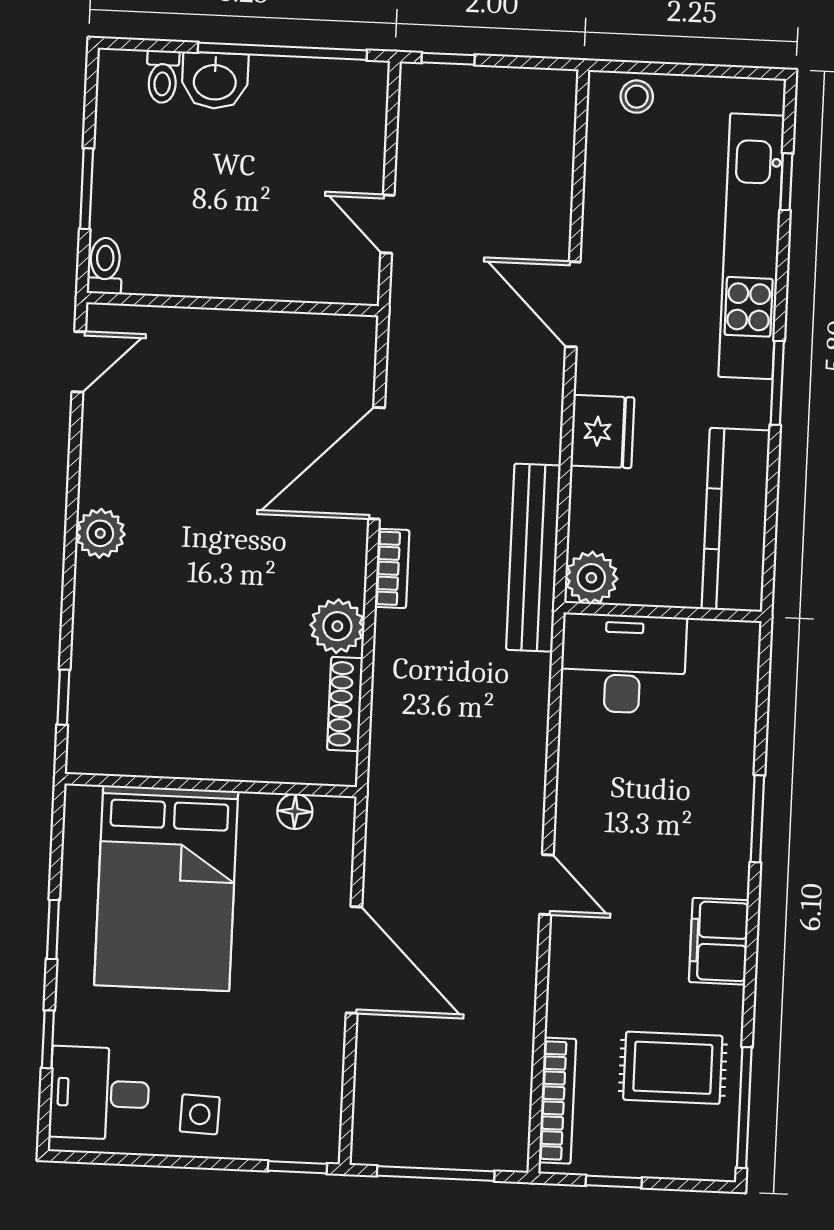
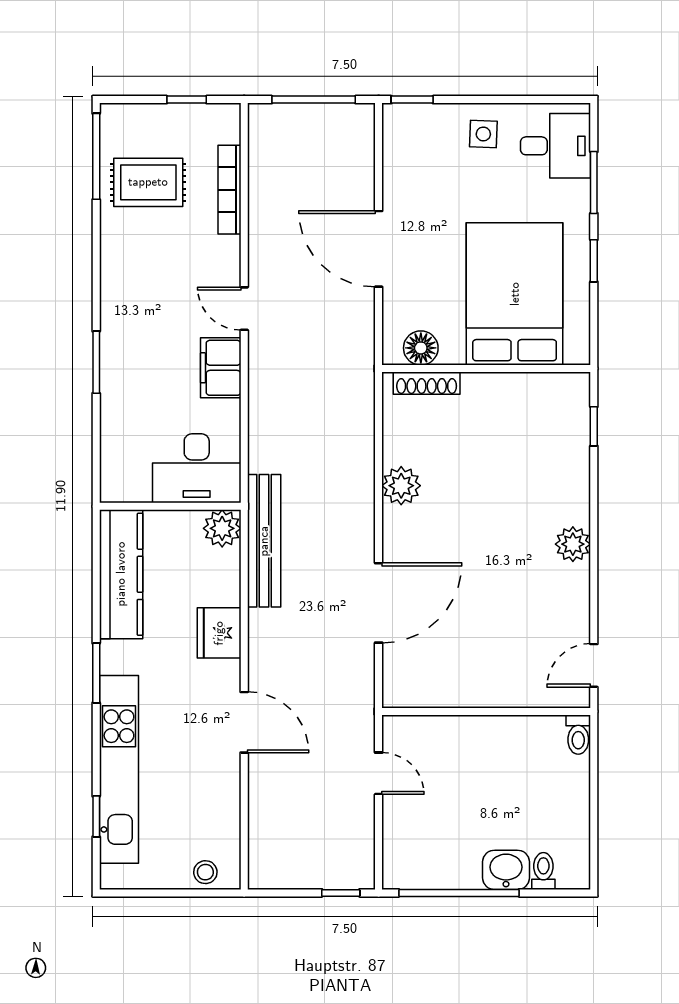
window: (87, 189) -> (594, 789), removed
bookcase: (392, 568) -> (364, 529), removed
shoe rack: (345, 704) -> (427, 383), moved, turned 90
floor lamp: (295, 811) -> (421, 348), width x1.37, depth x1.37
filing cabinet: (719, 941) -> (221, 368), moved, turned 180
window: (48, 1039) -> (594, 182), width x1.50
bookcase: (557, 1101) -> (229, 190), moved

